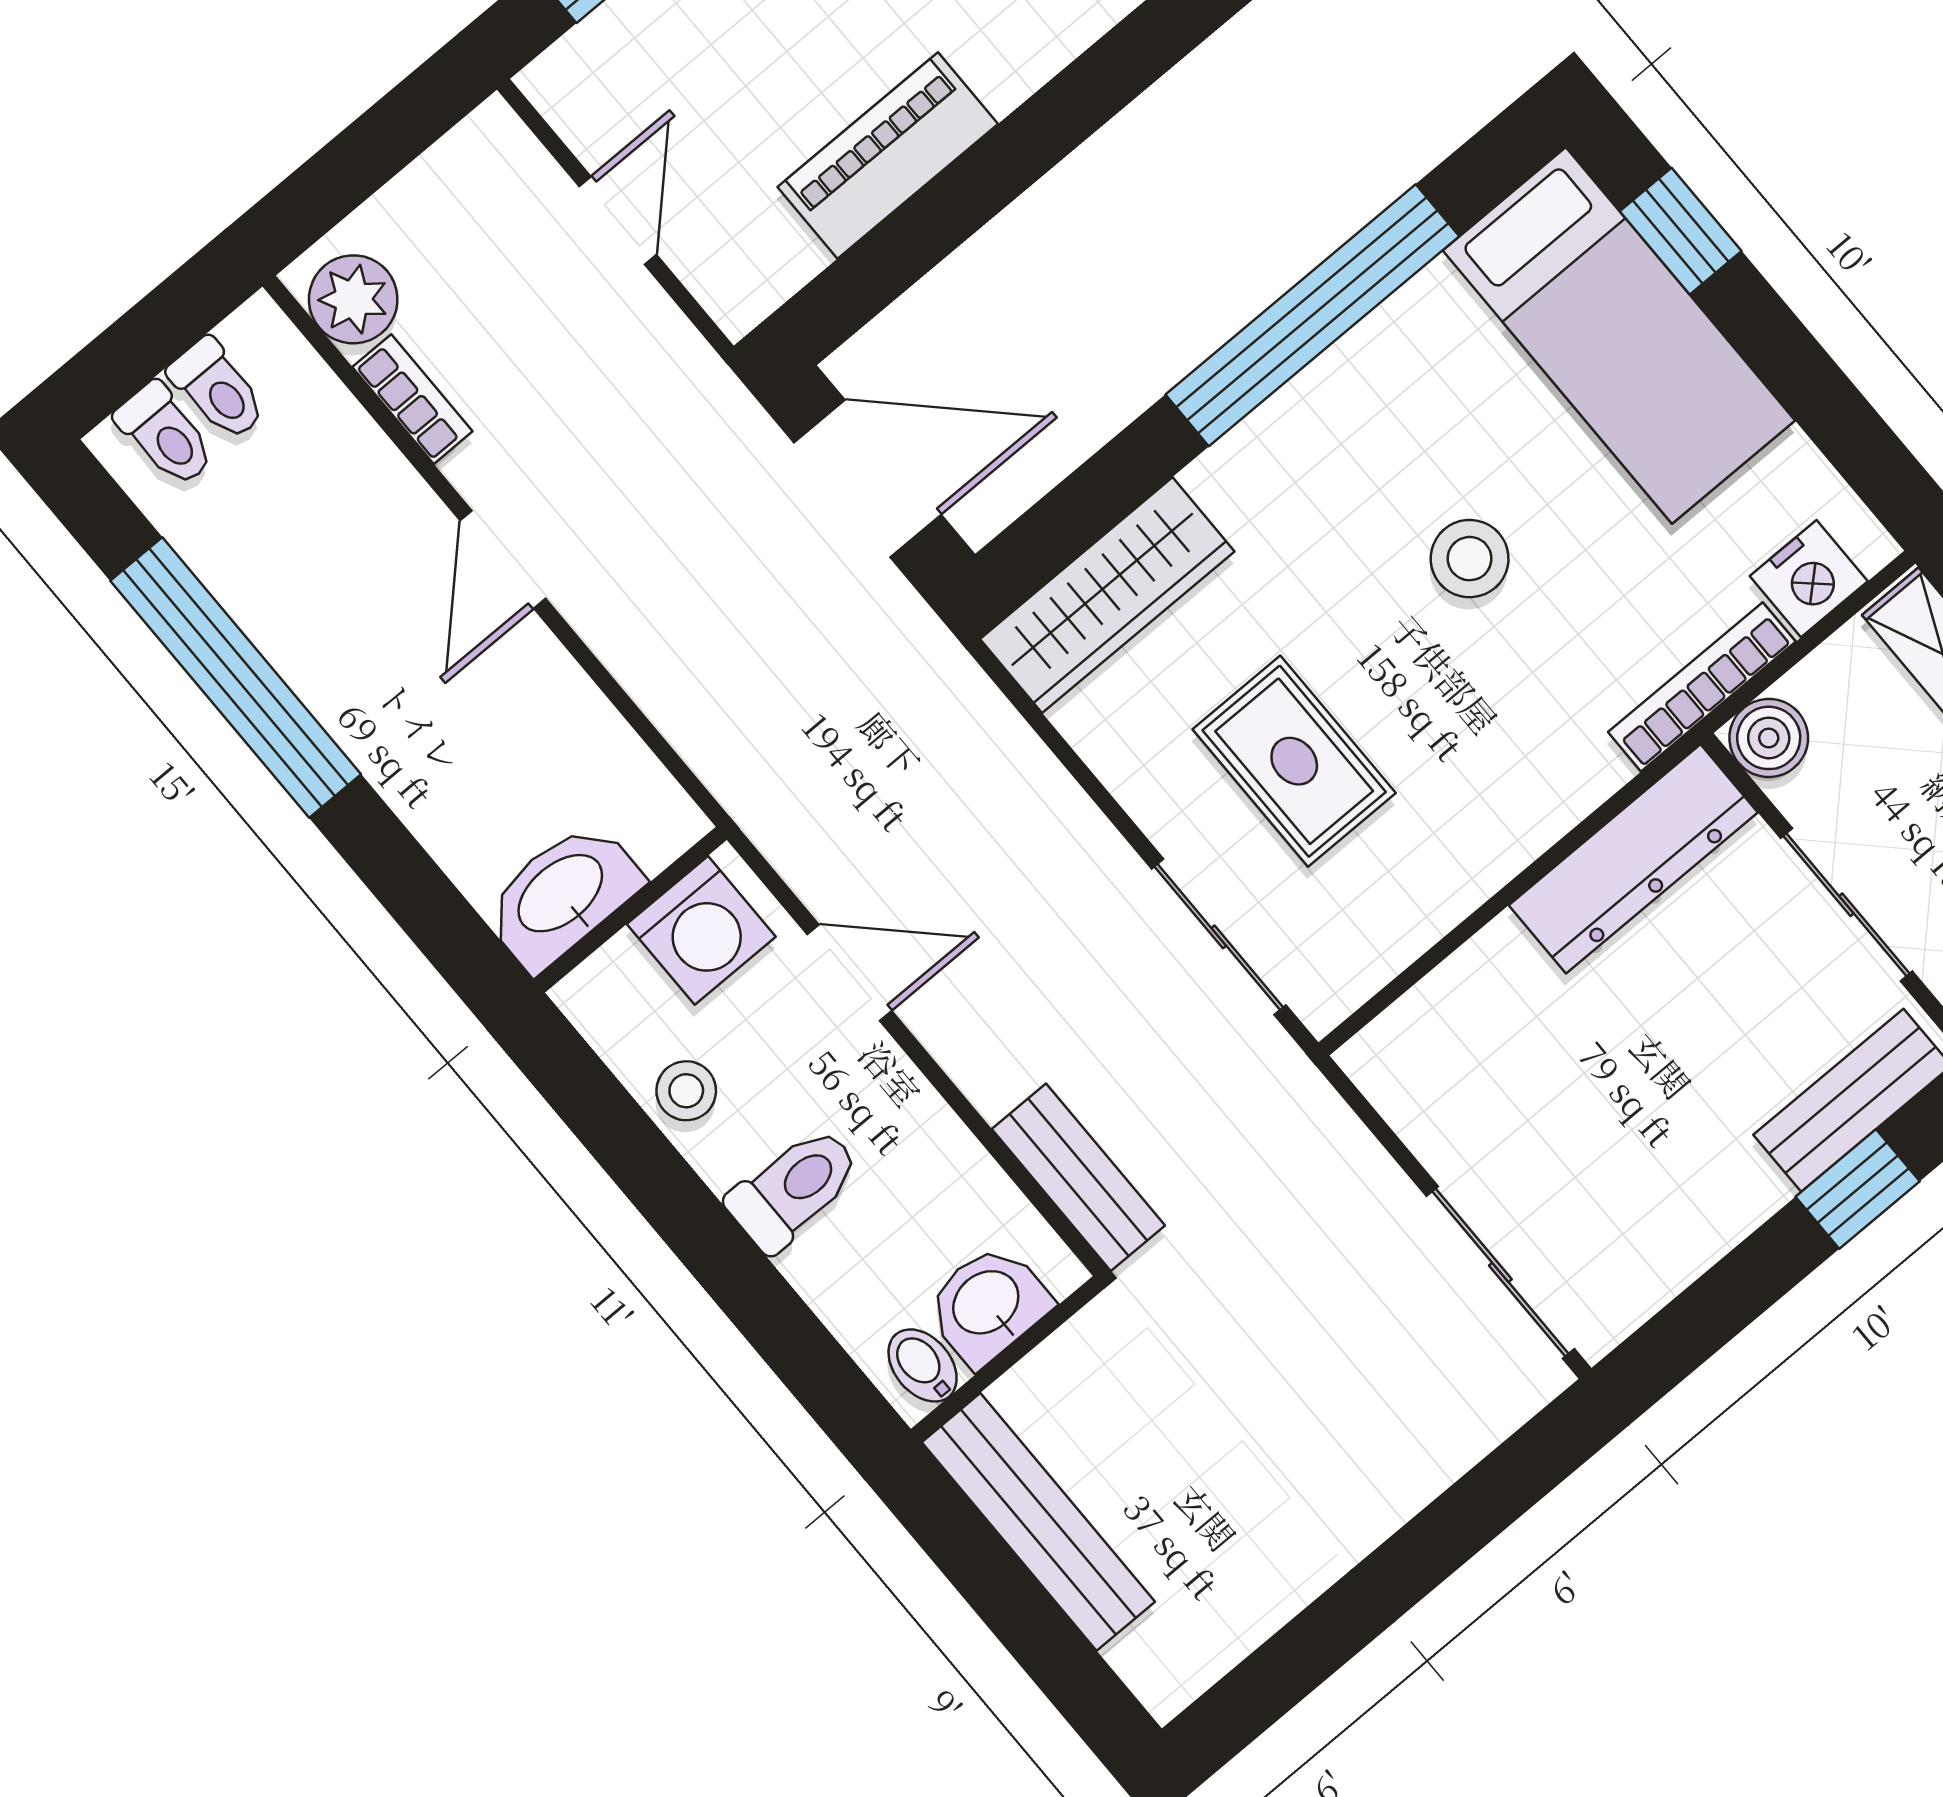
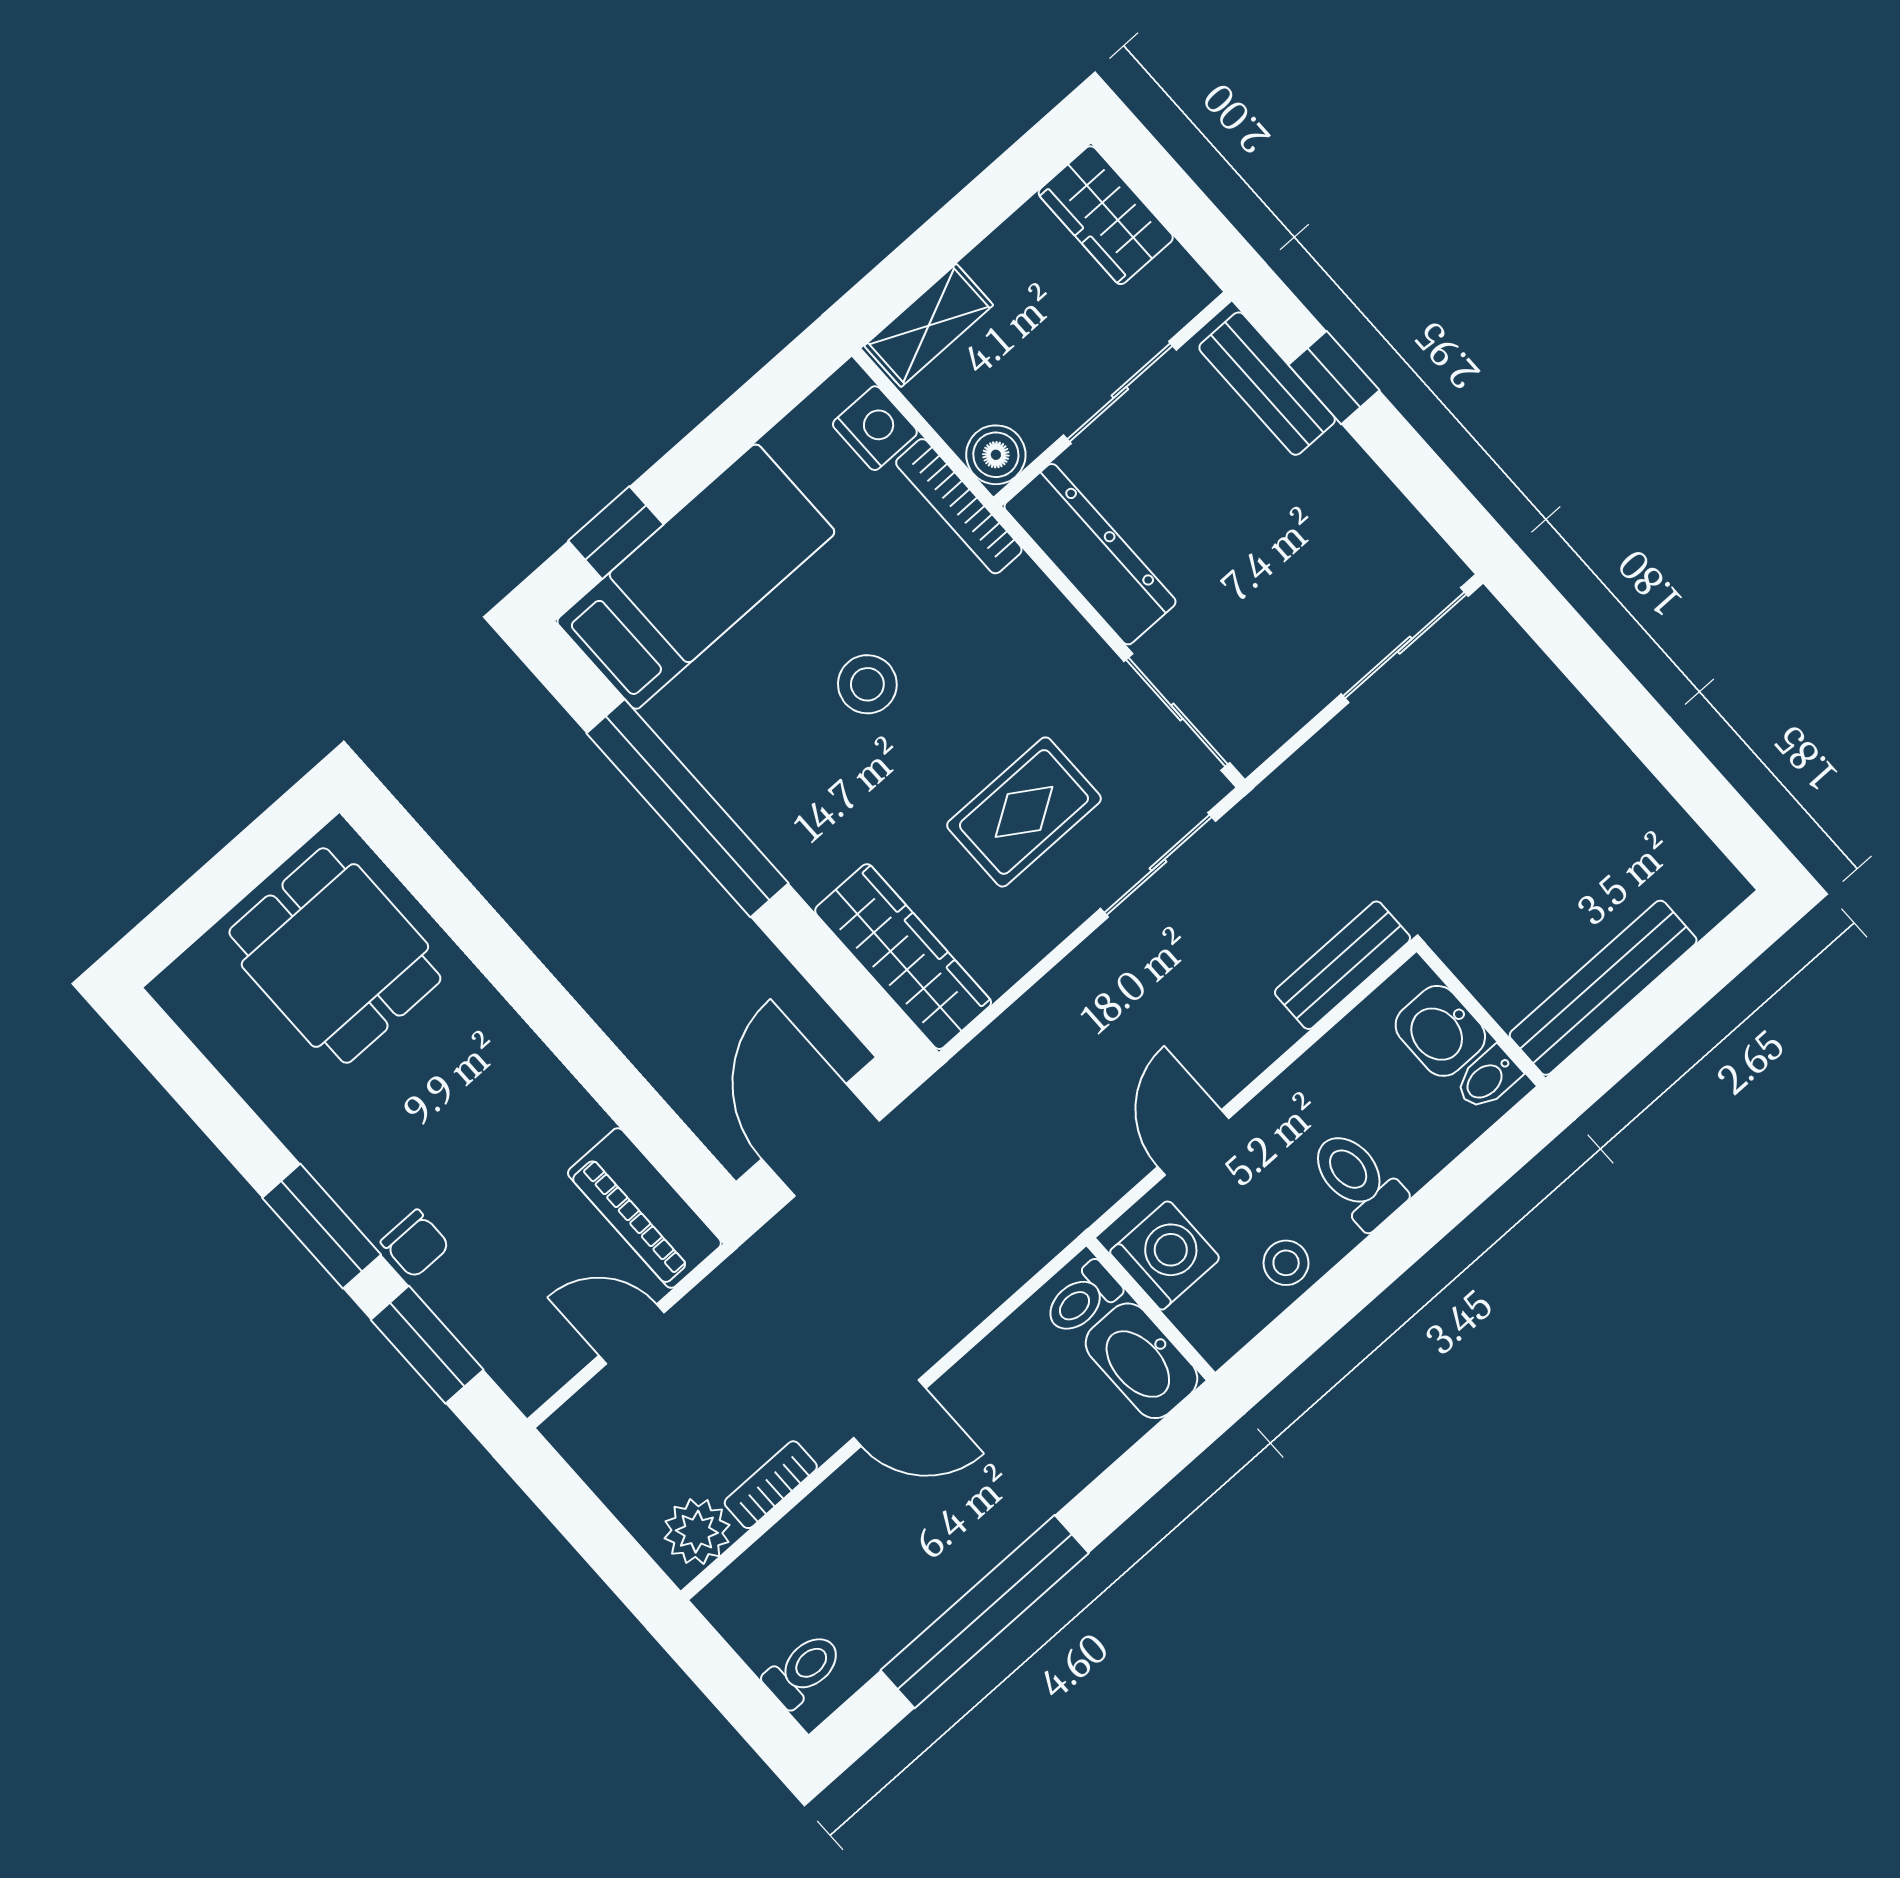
piano: (888, 155) -> (644, 1208), moved
toilet: (218, 389) -> (1082, 1299), moved, turned 180
sliding door: (1421, 968) -> (1177, 712), added

